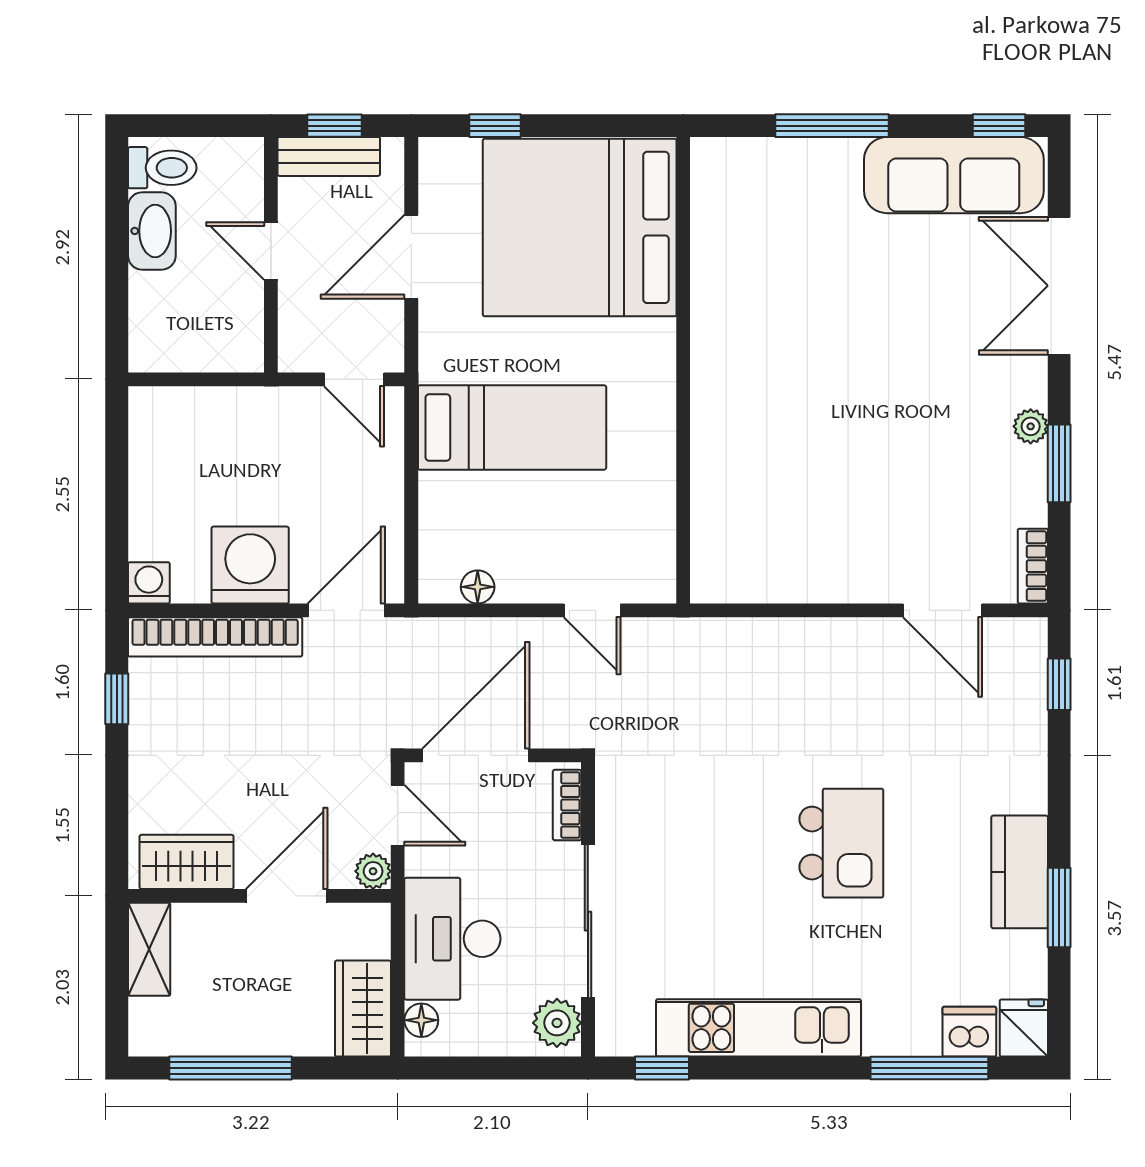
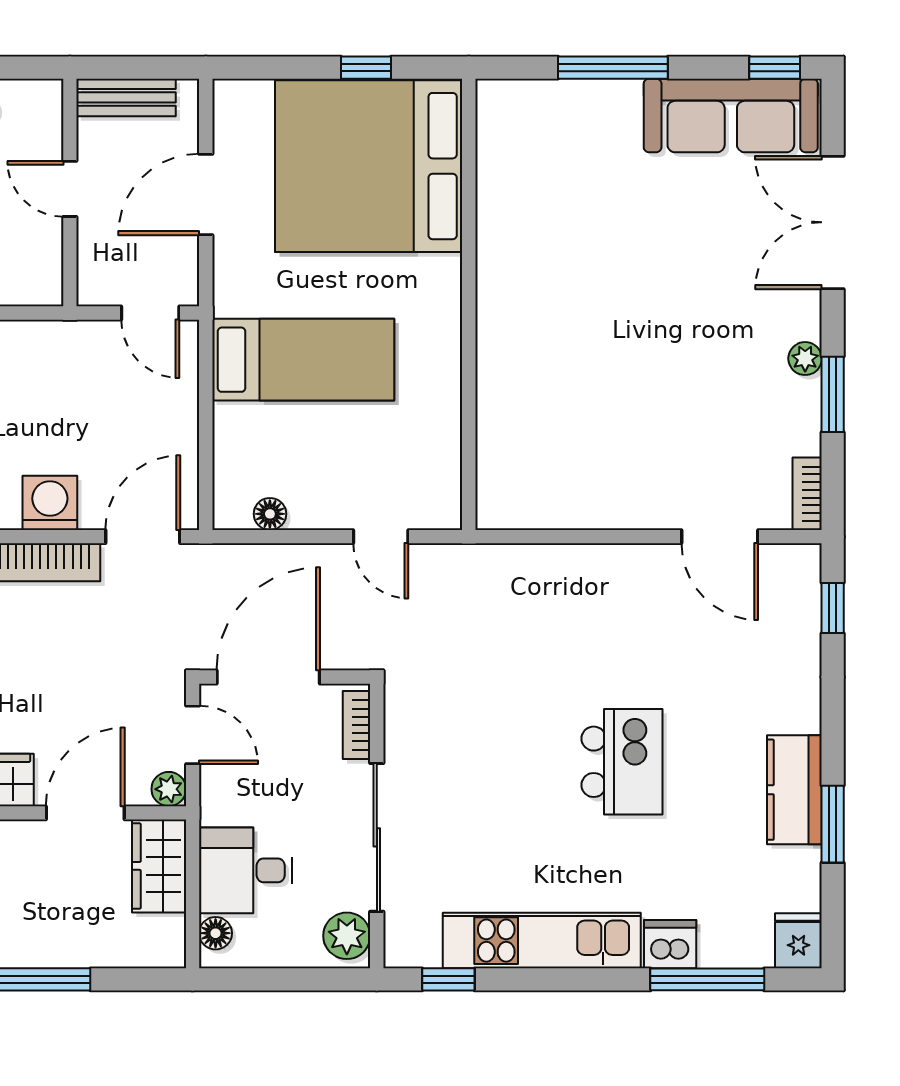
window: (335, 126) -> (132, 68), removed
window: (495, 126) -> (366, 68), moved
washing machine: (250, 565) -> (50, 503), width x0.73, depth x0.73
desk: (452, 939) -> (246, 870), width x0.73
wardrobe: (363, 1009) -> (159, 866), moved
dishwasher: (969, 1032) -> (670, 944), moved

